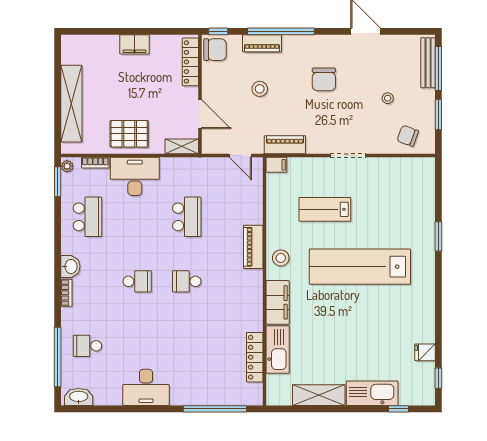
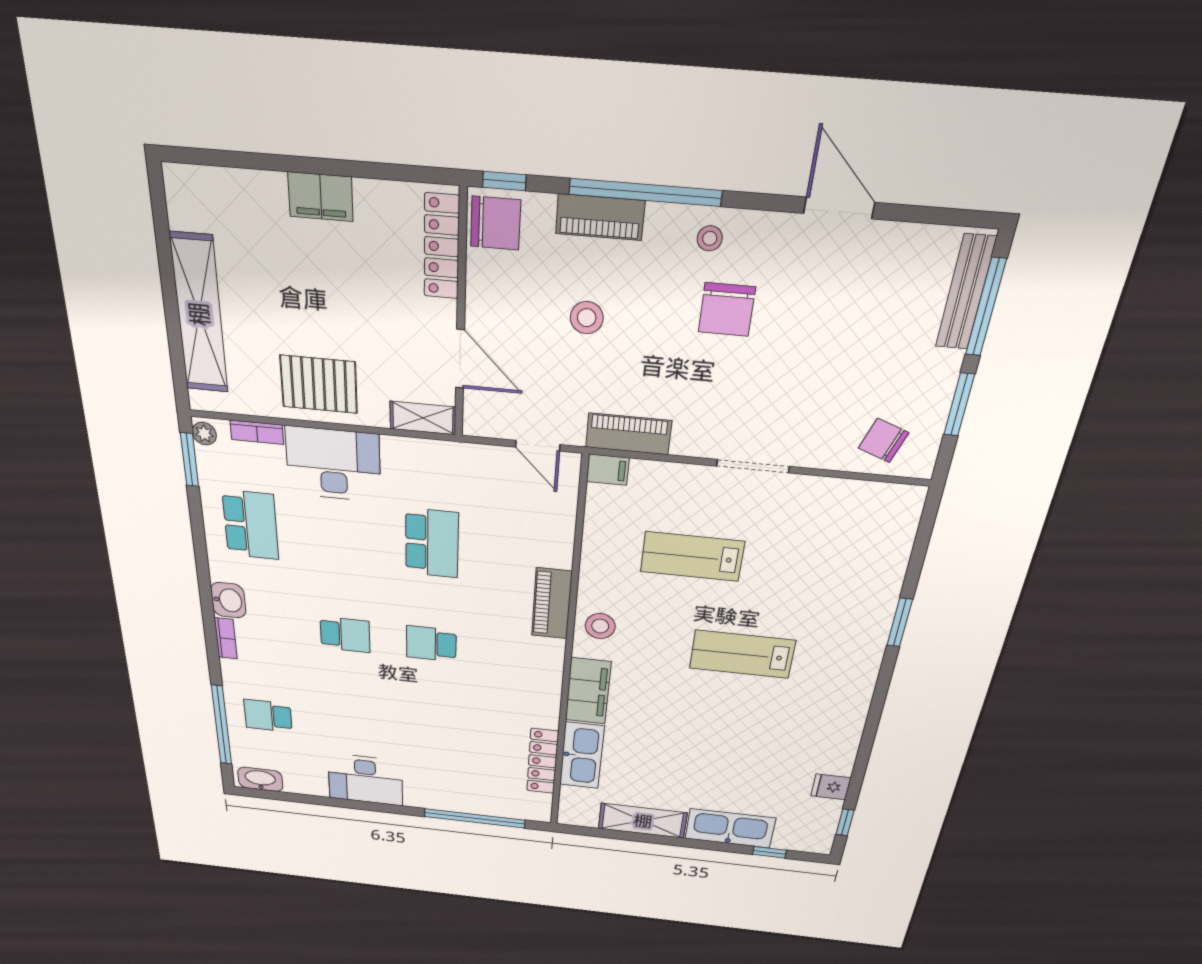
stool: (388, 98) -> (710, 238), moved
lab bench: (360, 267) -> (742, 654), width x0.54, depth x0.72

